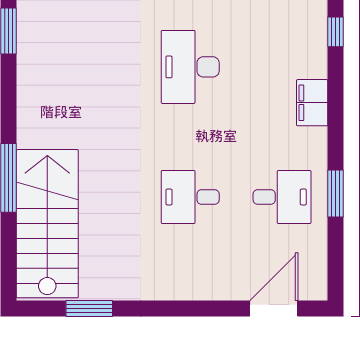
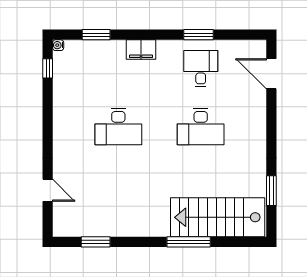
window: (336, 32) -> (96, 35), width x1.50
desk: (190, 197) -> (201, 127), width x1.37

